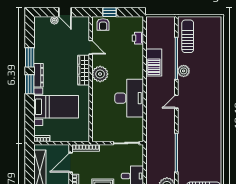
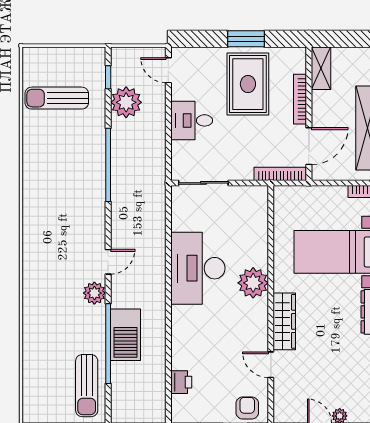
barbecue: (154, 63) -> (125, 335), moved, turned 180
plant: (184, 71) -> (94, 293), moved
plant: (100, 74) -> (253, 283), moved

